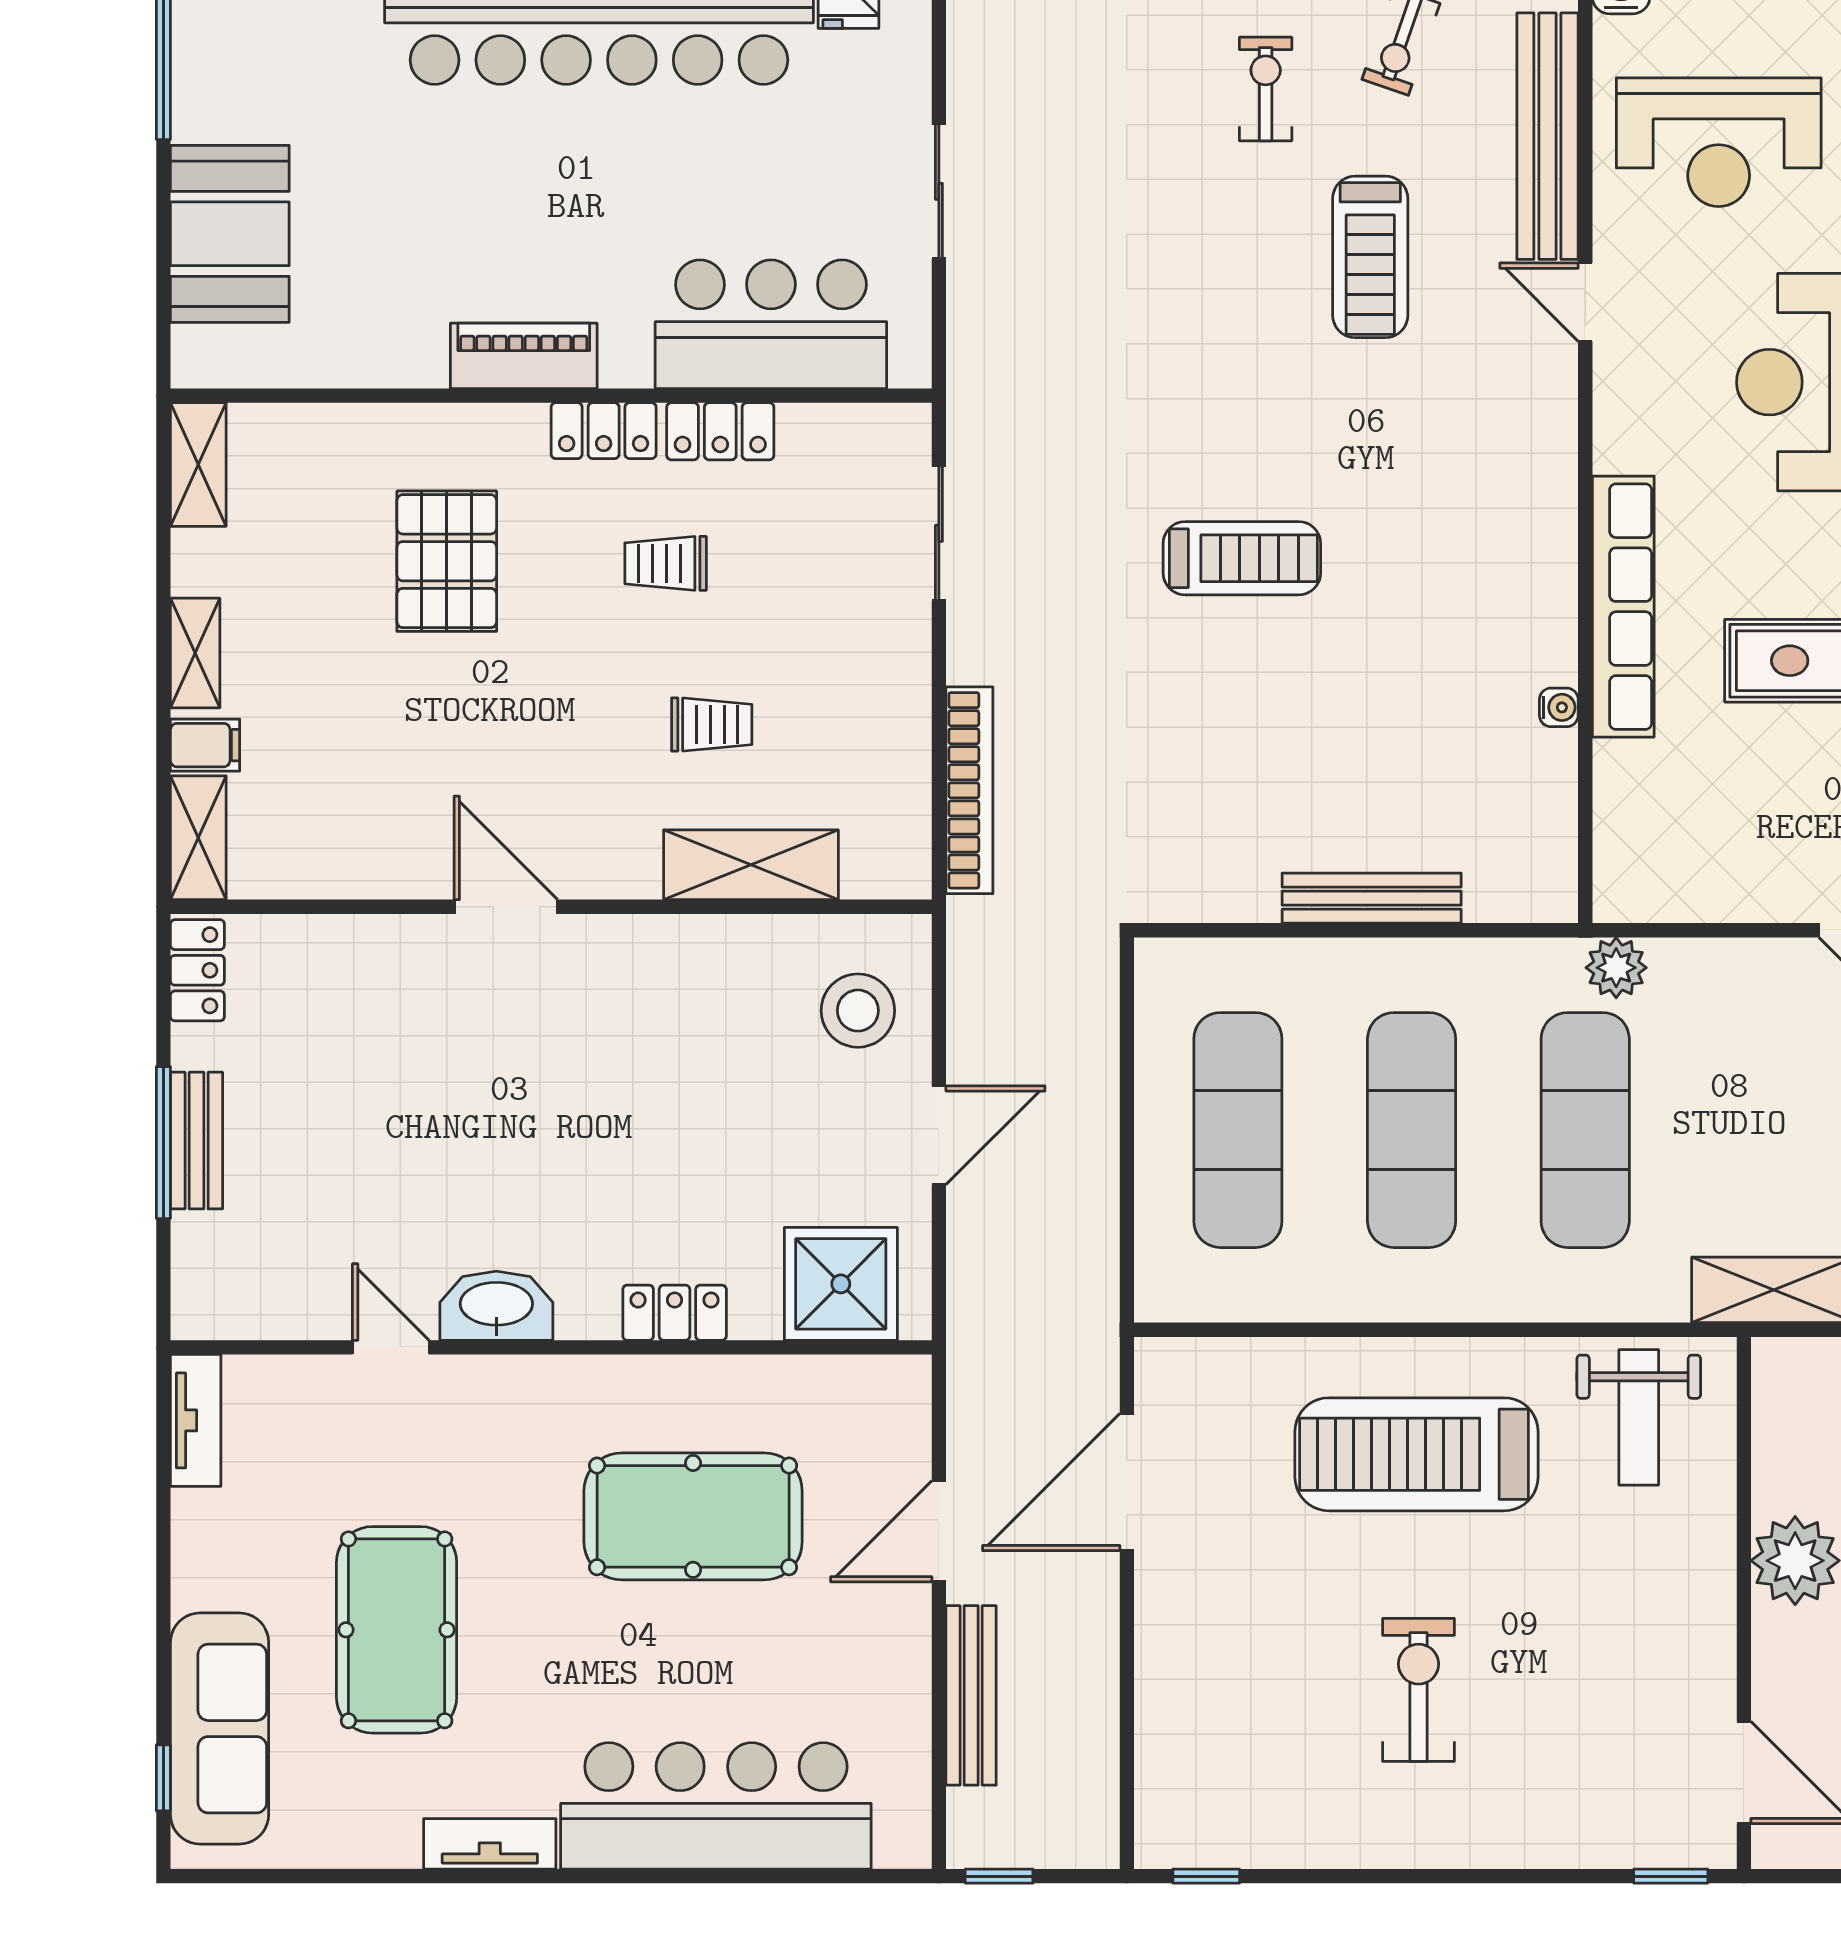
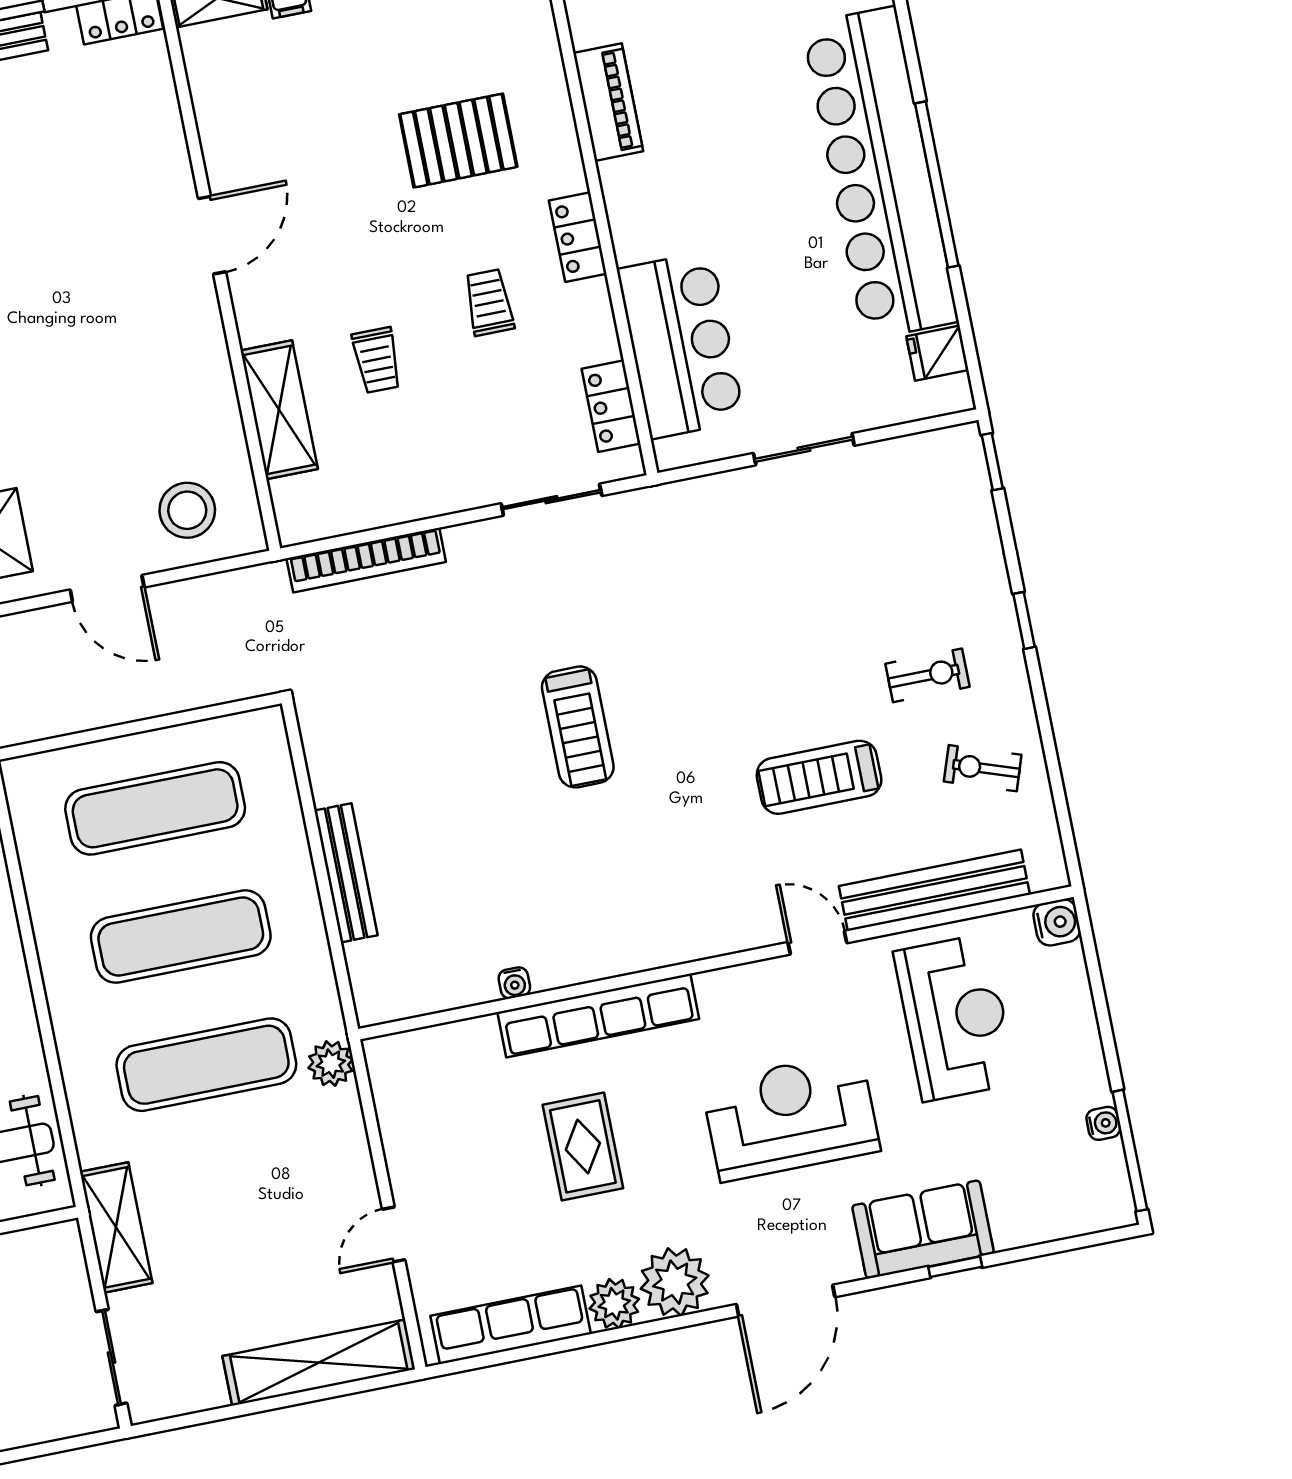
reception desk: (1719, 142) -> (955, 1018), turned 180
door: (1585, 302) -> (817, 943), hinge flipped
piano: (524, 356) -> (608, 102), moved
locker: (720, 431) -> (611, 406), moved

